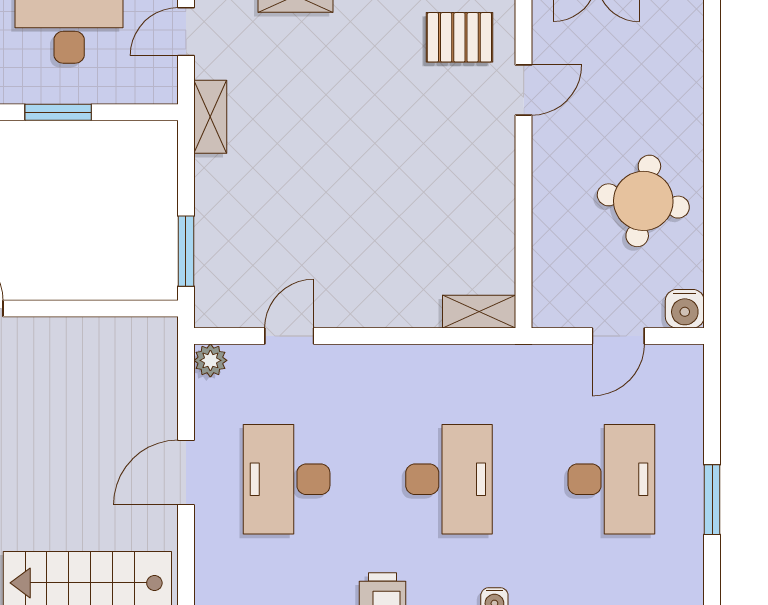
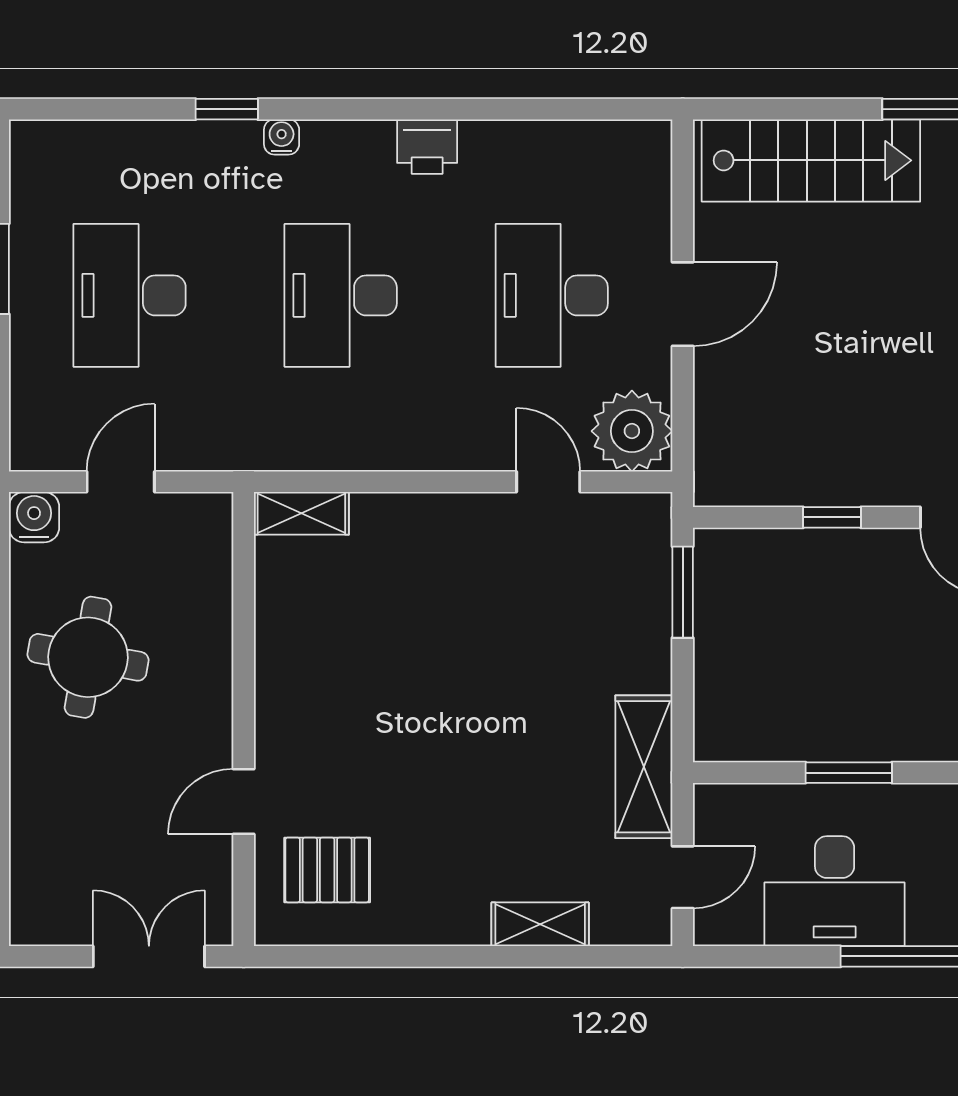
shelving: (210, 117) -> (644, 767), width x1.50, depth x1.33
window: (71, 308) -> (832, 517), added
door: (289, 336) -> (548, 482), swing flipped
plant: (210, 360) -> (632, 431), width x1.87, depth x1.87
desk: (287, 479) -> (552, 295), turned 180

